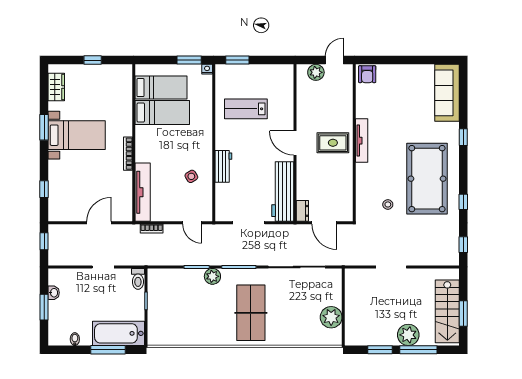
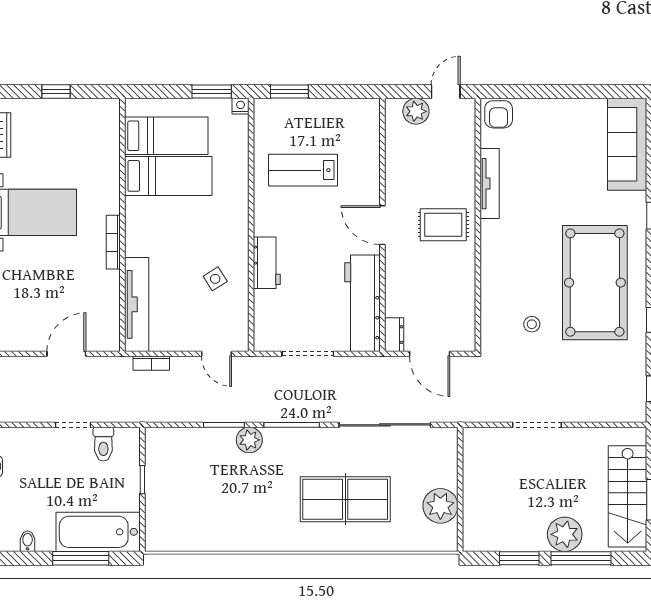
tv unit: (362, 141) -> (490, 184), moved
toilet: (138, 279) -> (103, 444), moved
table tennis table: (251, 313) -> (345, 499), moved, turned 90

